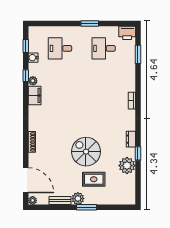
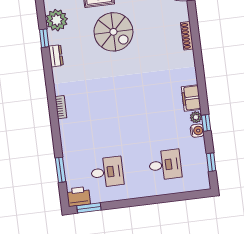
window: (90, 23) -> (89, 208), moved
water cooler: (33, 58) -> (197, 131), moved

